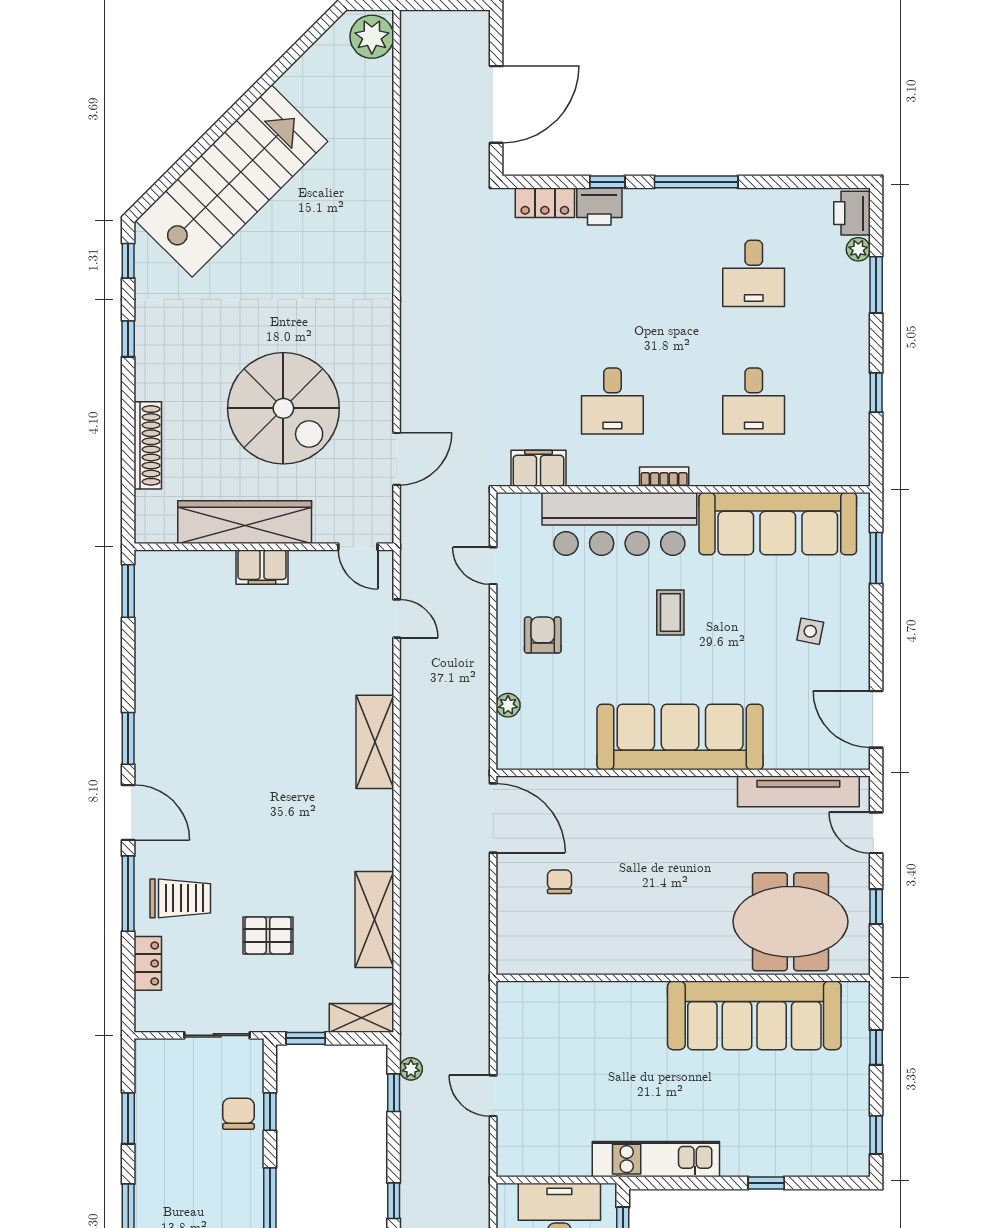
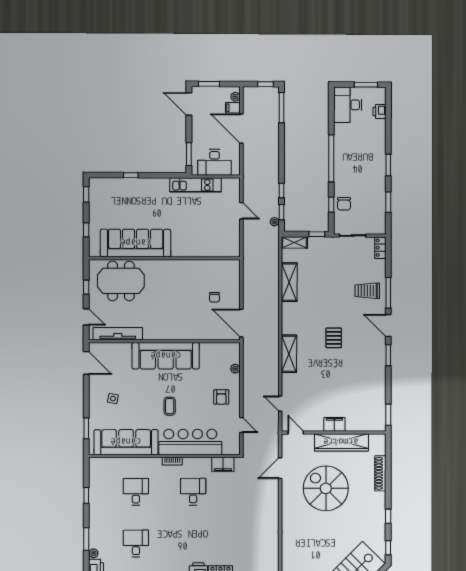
pallet: (268, 935) -> (334, 338), moved, turned 90
locker: (148, 963) -> (380, 248), moved
kitchen unit: (656, 1159) -> (195, 185), moved
window: (394, 1201) -> (281, 190), moved

